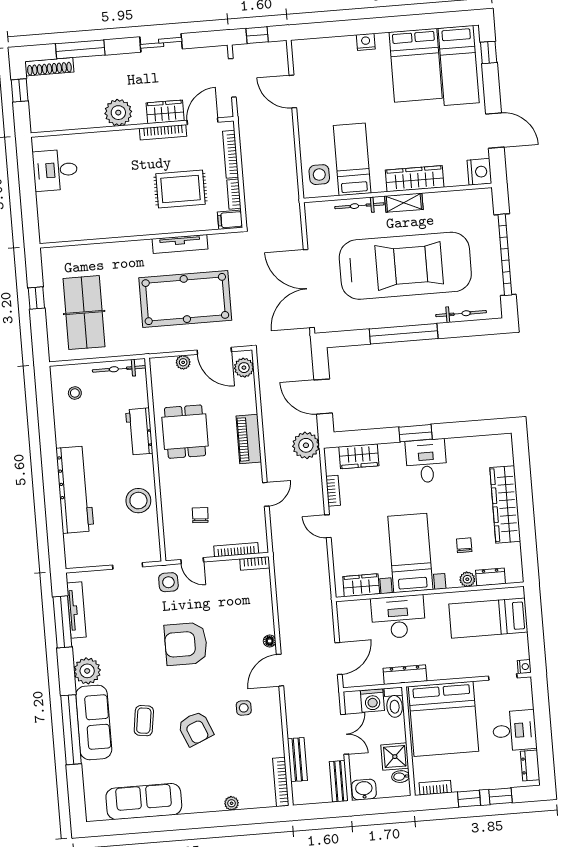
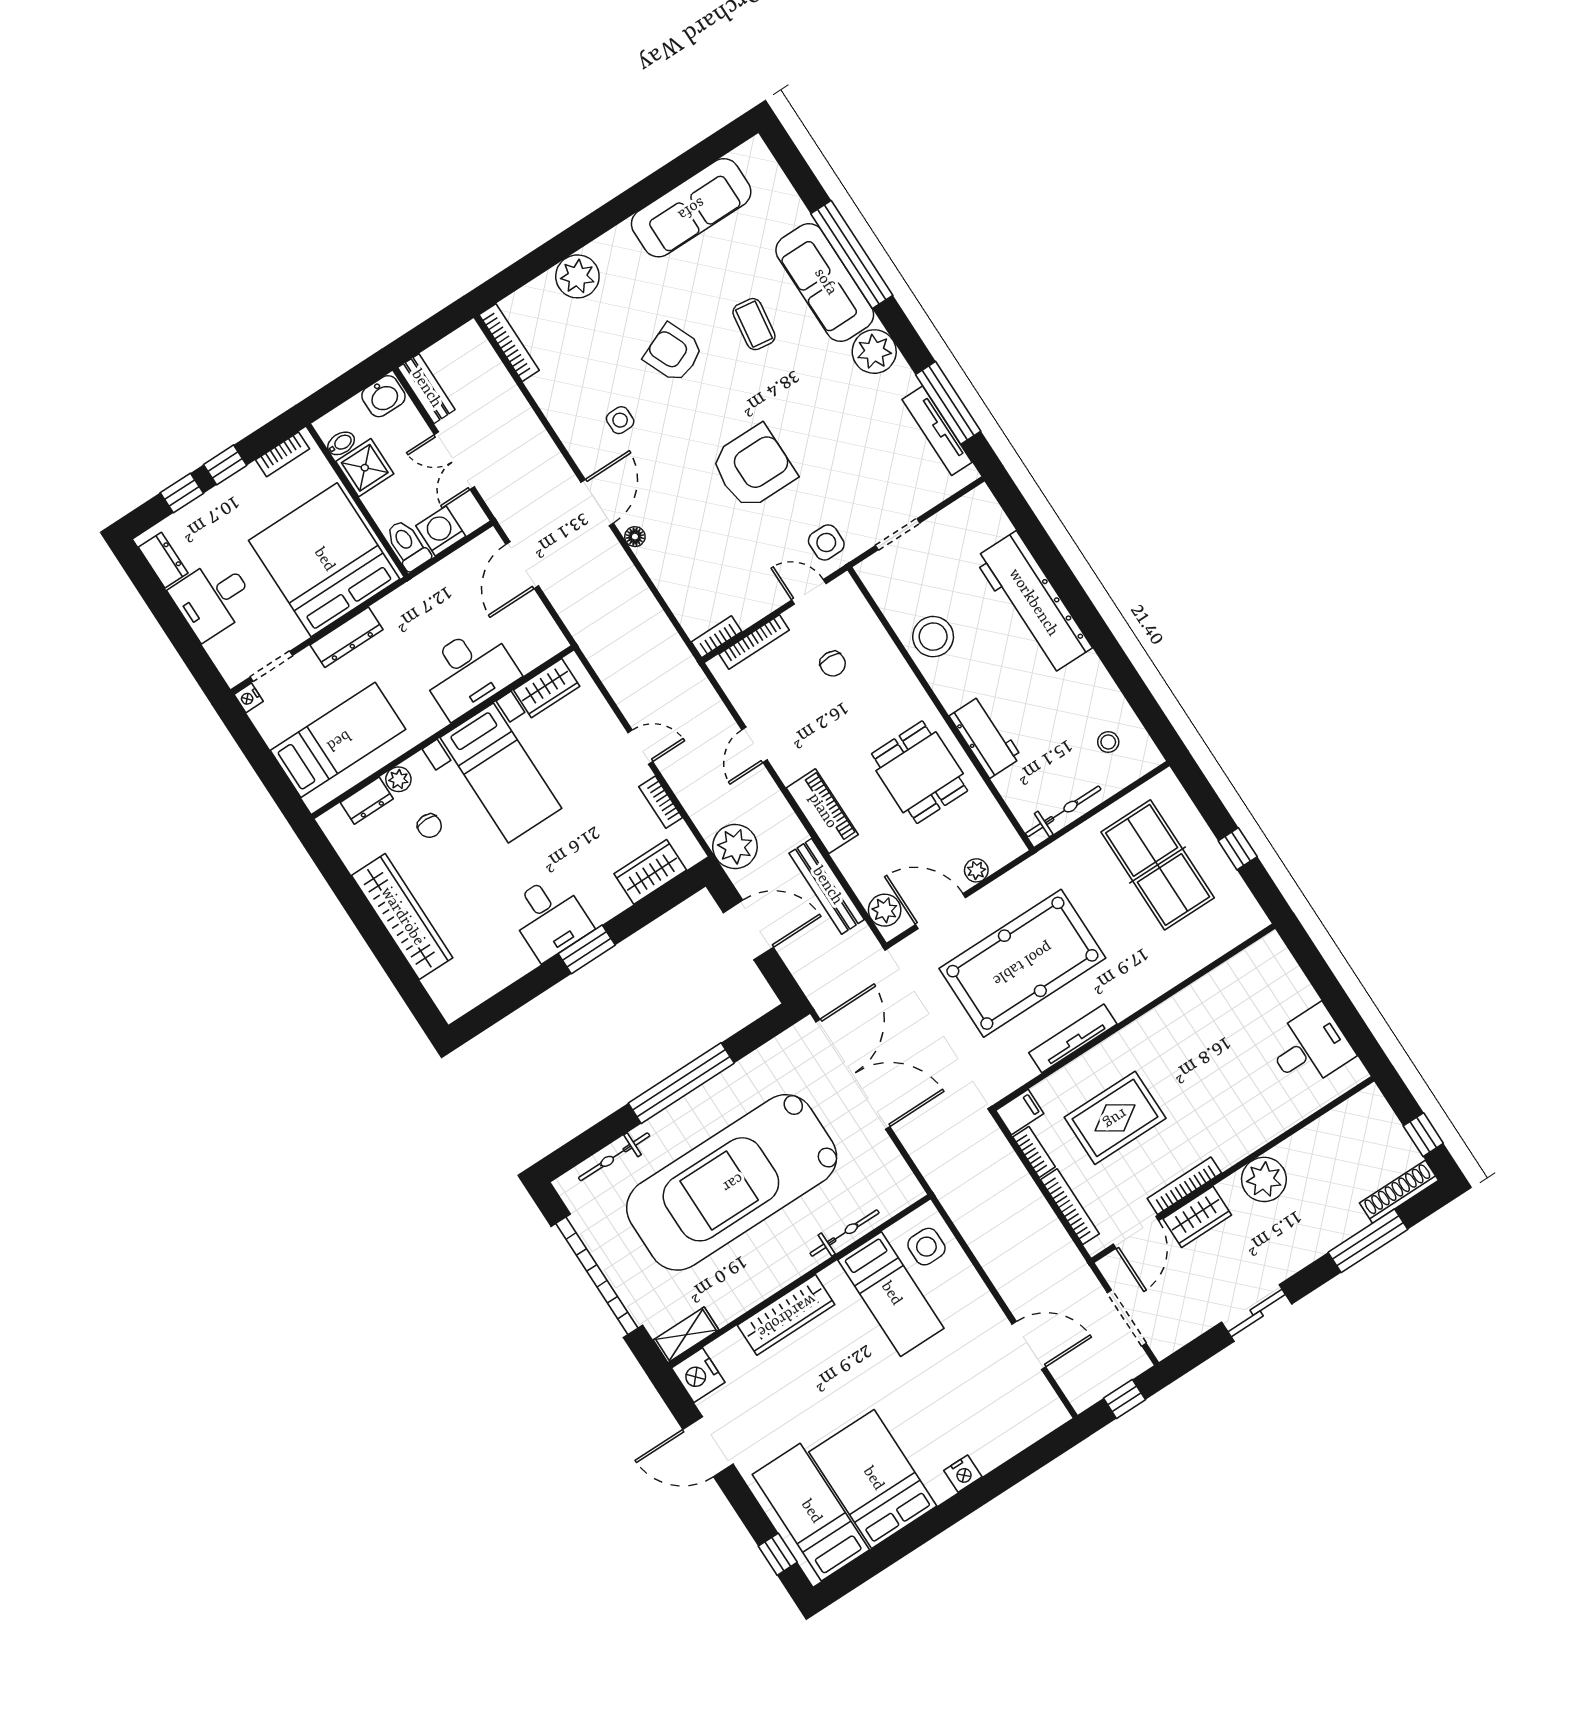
shelving: (404, 203) -> (686, 1335), moved
dresser: (405, 675) -> (347, 637), moved
bench: (297, 760) -> (827, 886), moved, width x1.36
plant: (232, 803) -> (577, 276), width x1.87, depth x1.87

